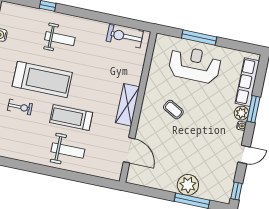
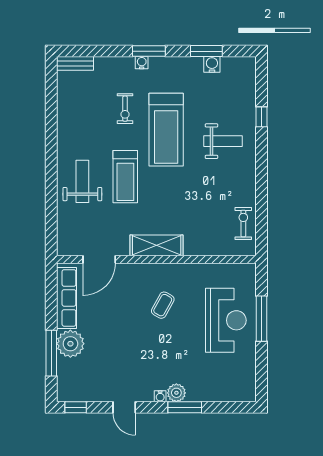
exercise bike: (125, 36) -> (243, 224), width x0.73, depth x0.72
weight bench: (60, 39) -> (223, 141), turned -90
row of seats: (247, 82) -> (67, 298), moved, turned 90
treadmill: (71, 118) -> (125, 177), turned 180
weight bench: (68, 150) -> (82, 181), turned 180

